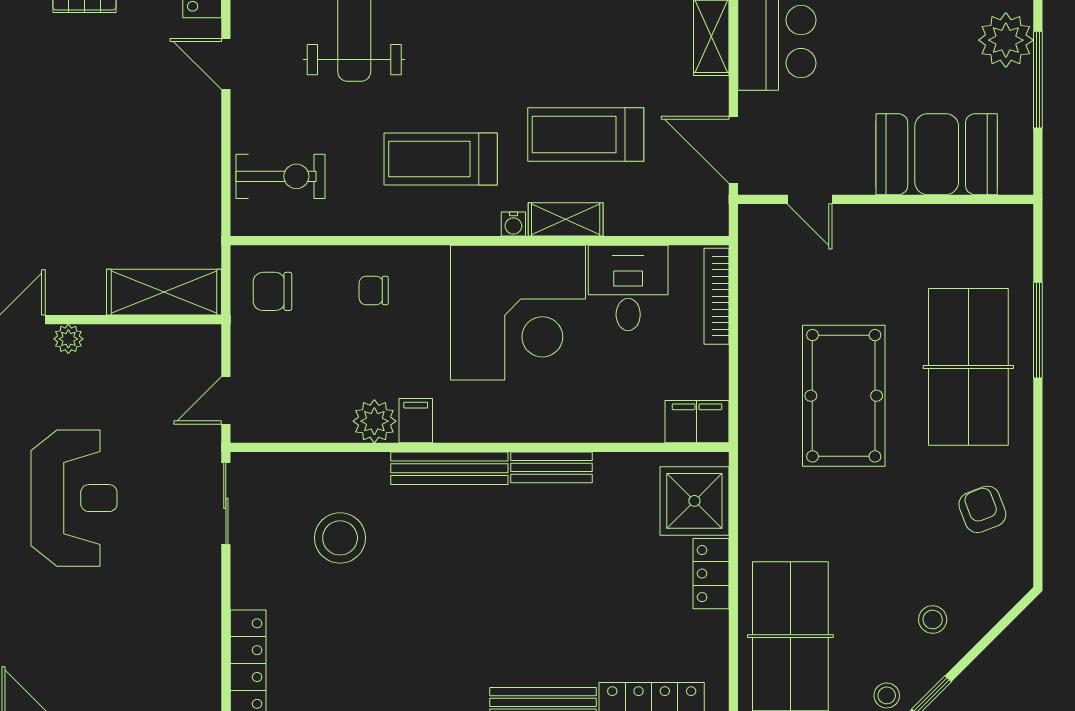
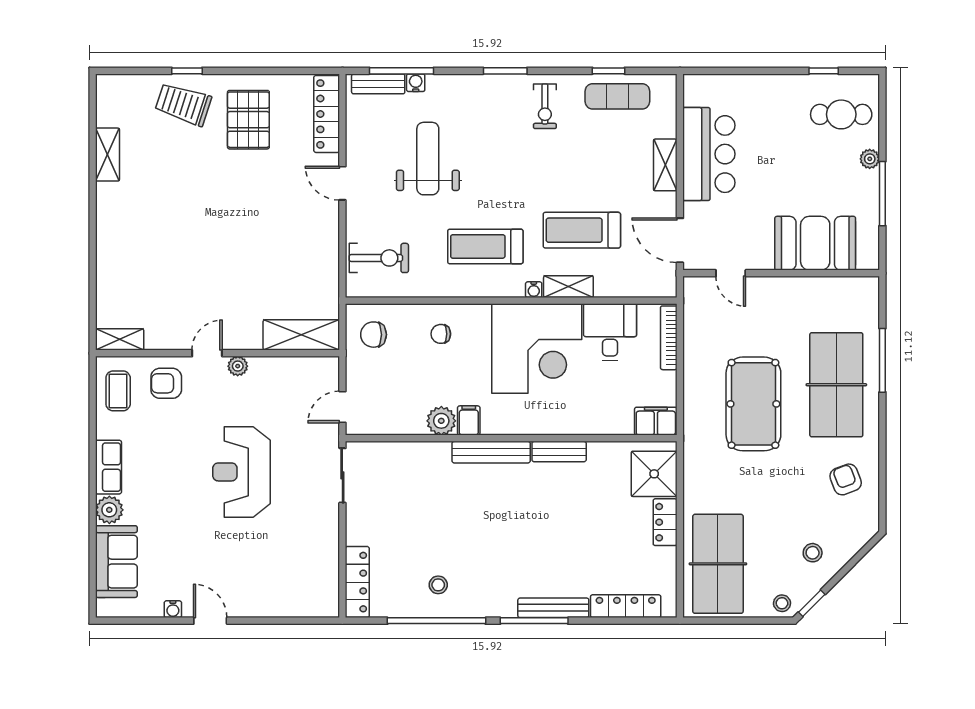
plant: (1006, 40) -> (870, 159), width x0.53, depth x0.53
reception desk: (74, 498) -> (241, 472), turned 180
stool: (340, 538) -> (438, 585), moved, width x0.53, depth x0.53

